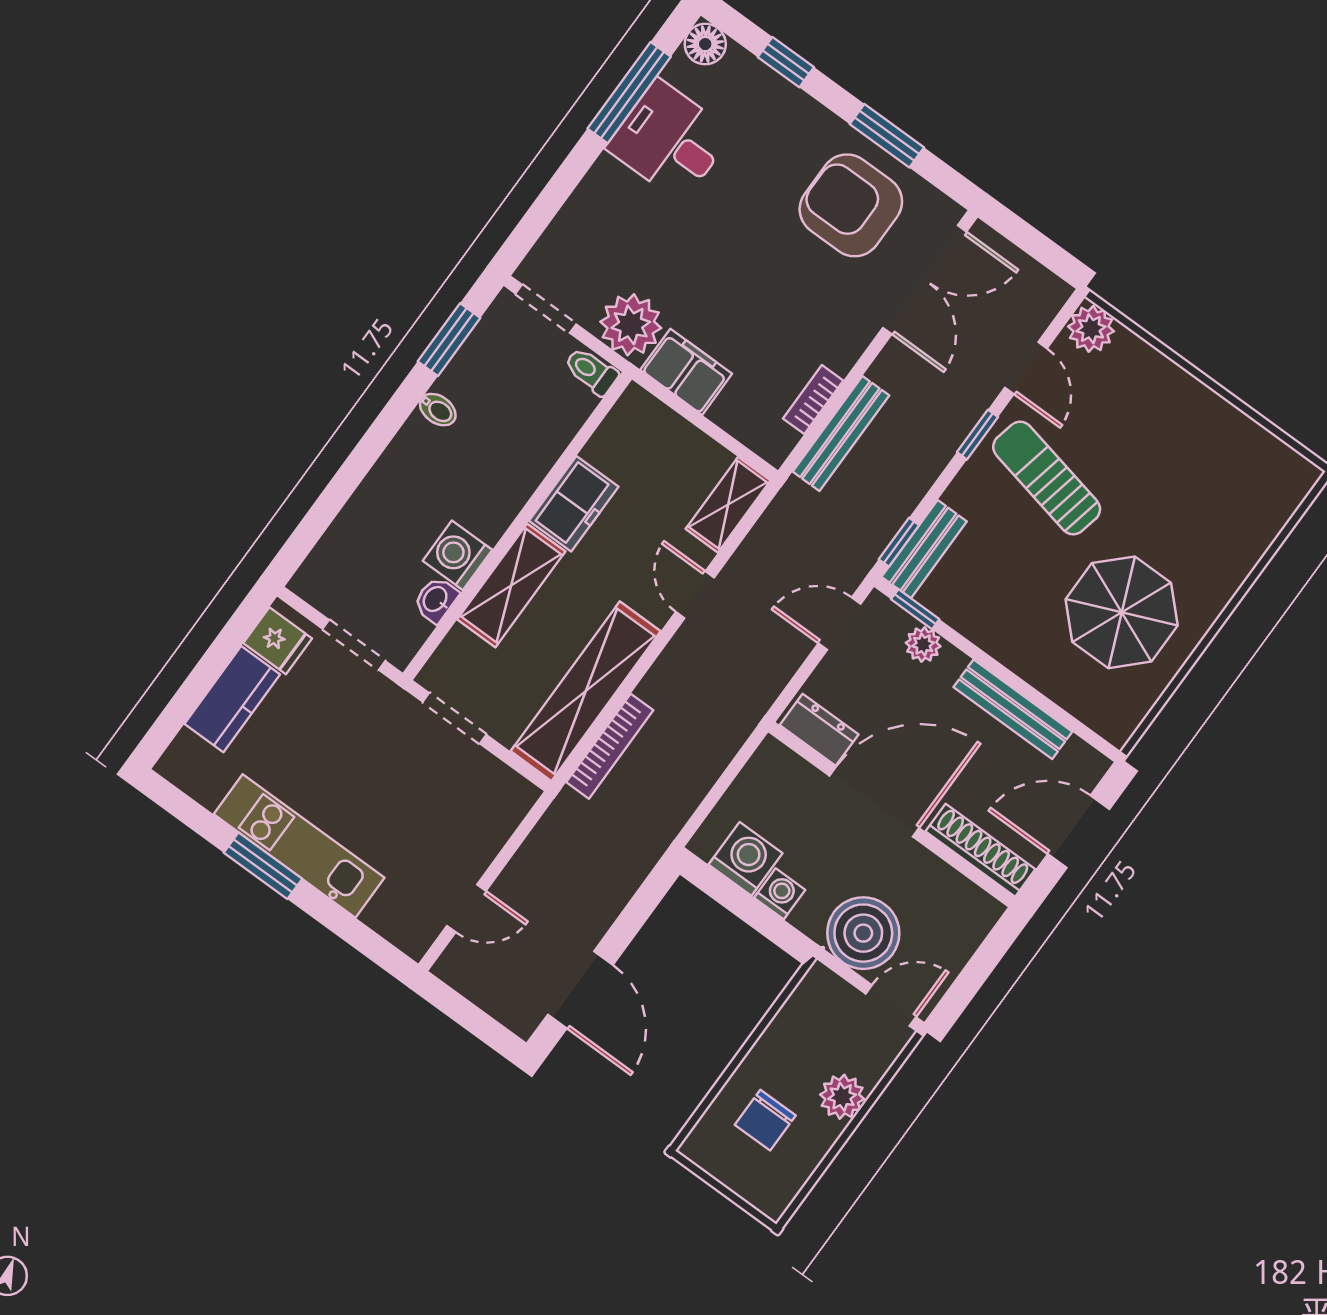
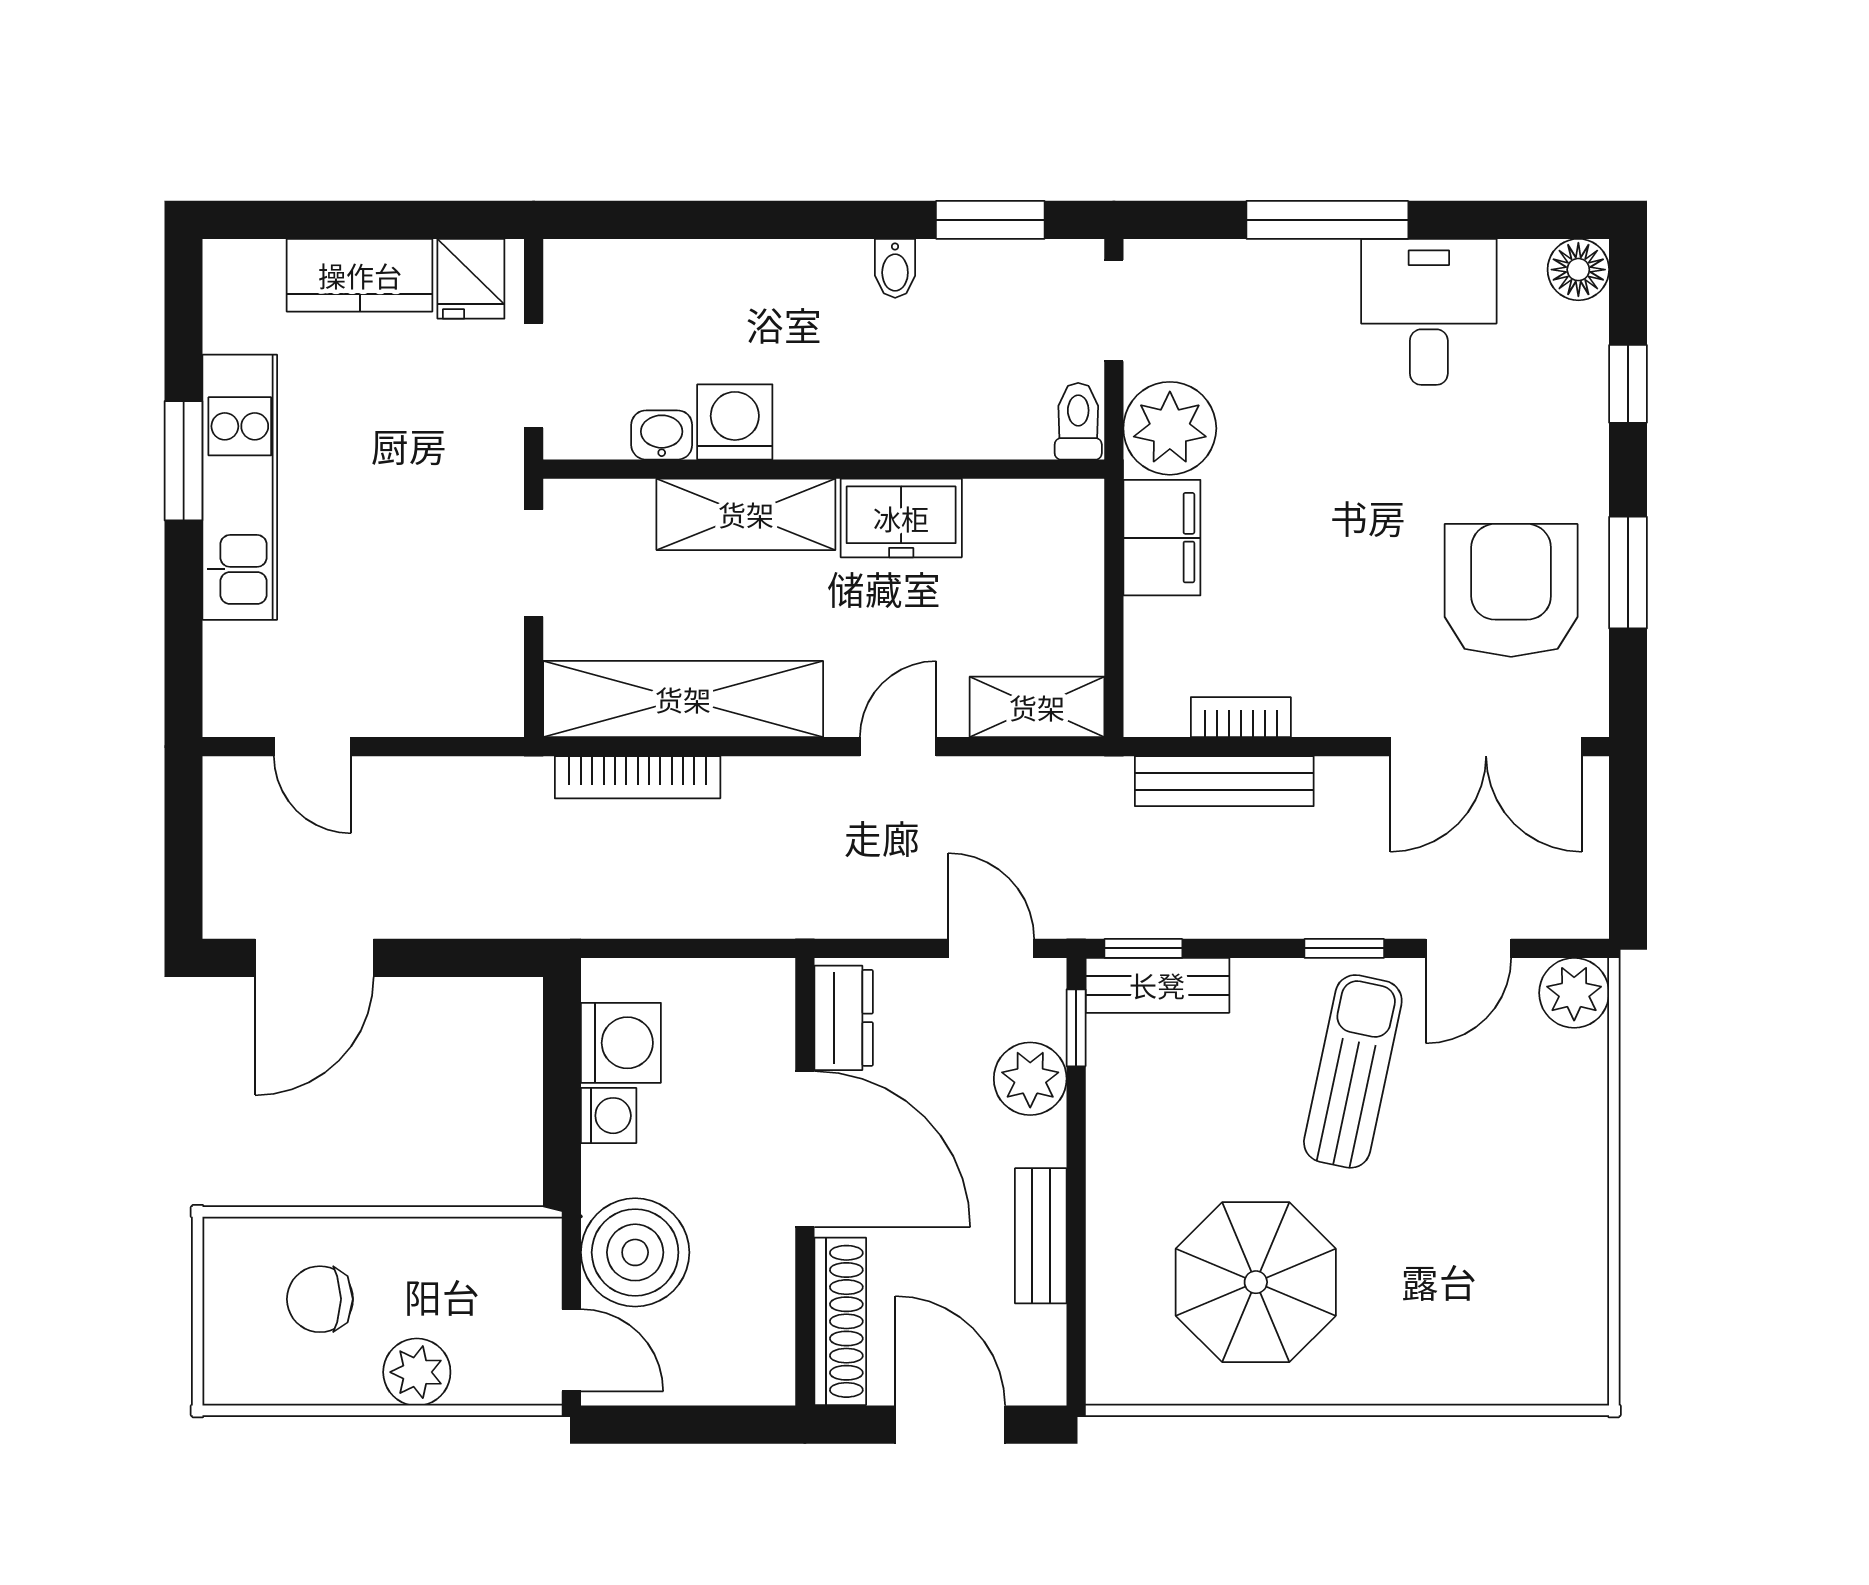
window: (629, 93) -> (1327, 220), moved
plant: (923, 644) -> (1030, 1079), width x1.38, depth x1.38
bench: (1013, 709) -> (1041, 1236), width x0.73

